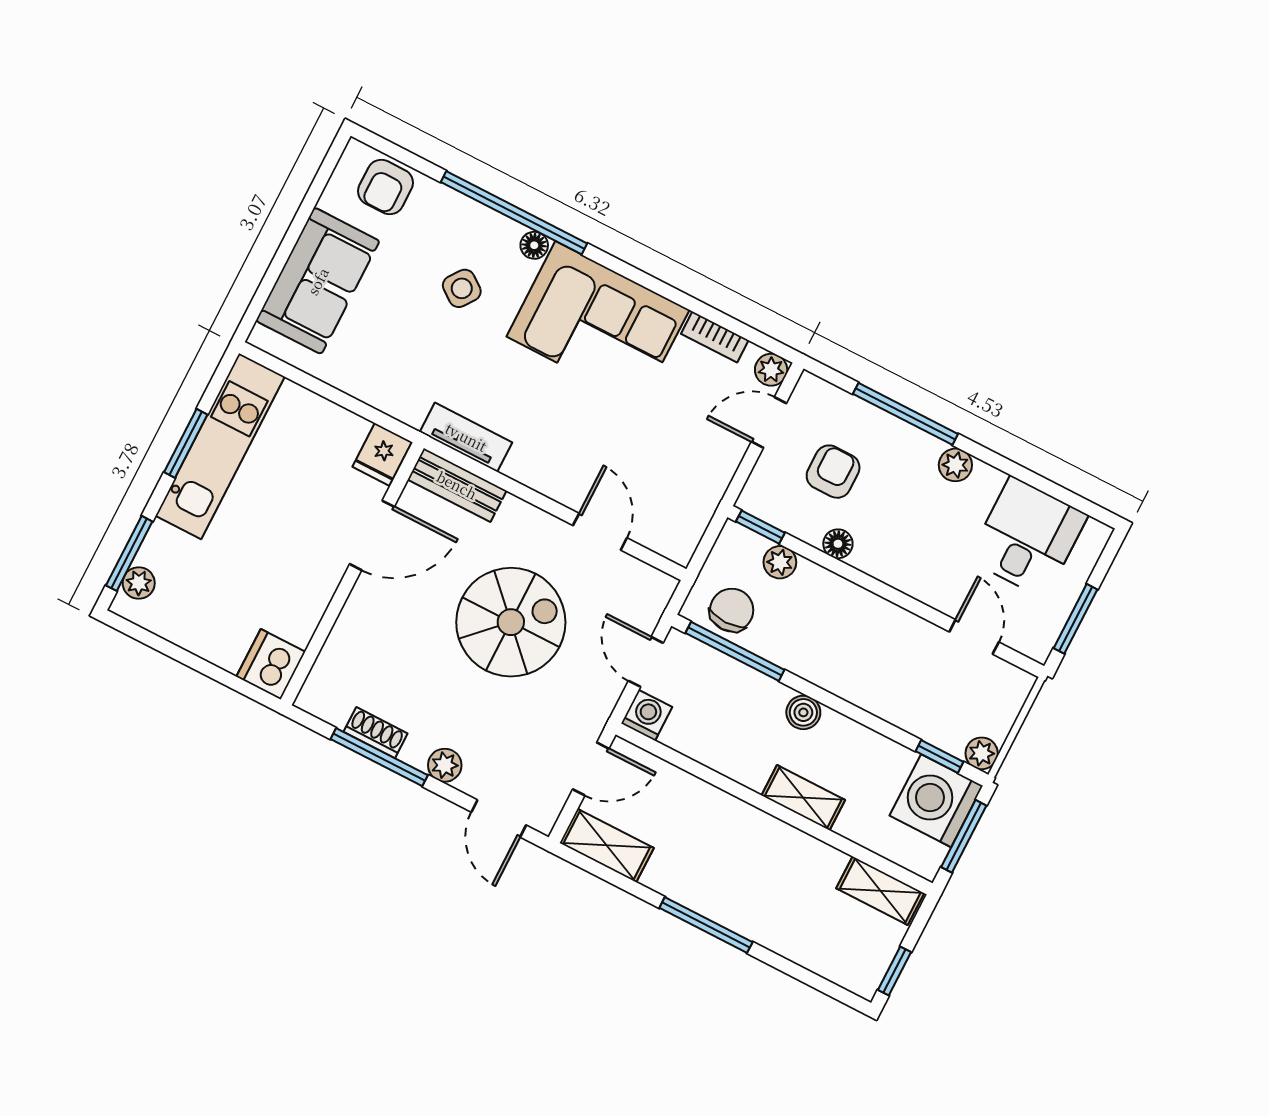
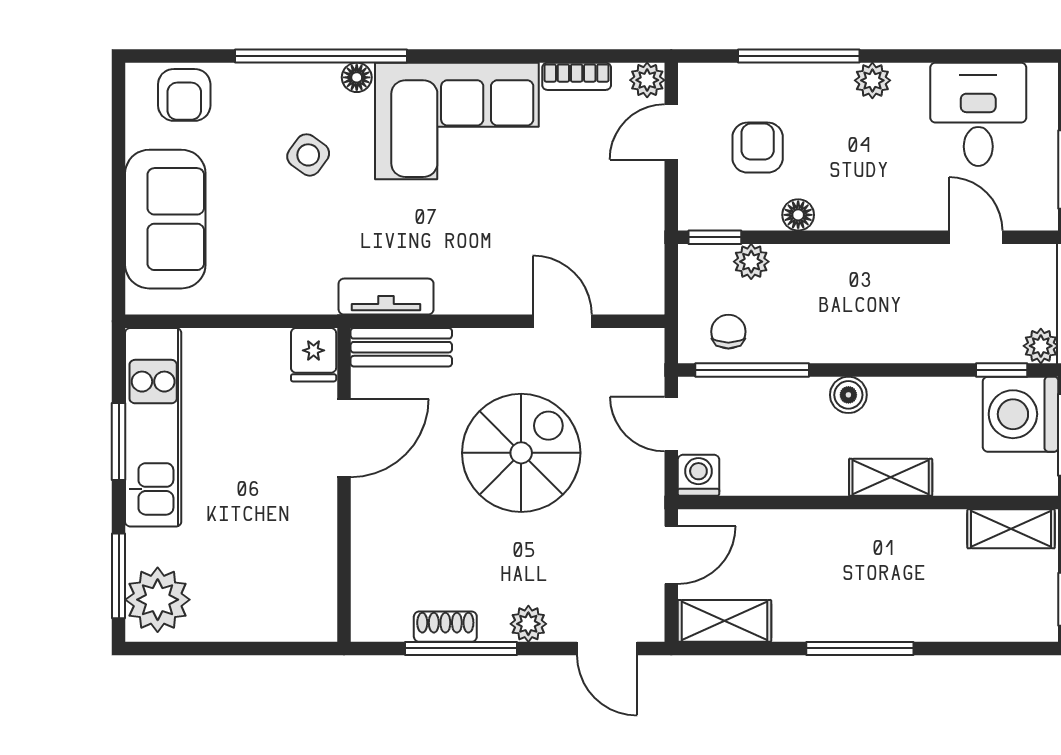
plant: (139, 583) -> (158, 600), width x1.88, depth x1.88
chair: (732, 610) -> (728, 332), width x0.73, depth x0.73
dishwasher: (271, 664) -> (310, 612), removed

